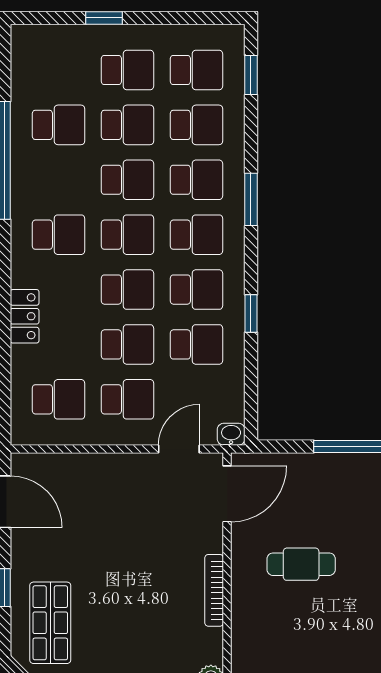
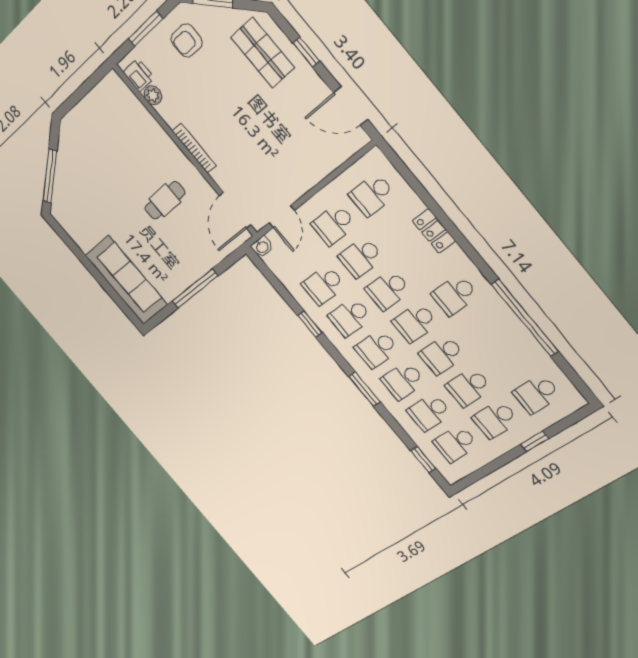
school desk: (59, 125) -> (537, 394), moved

